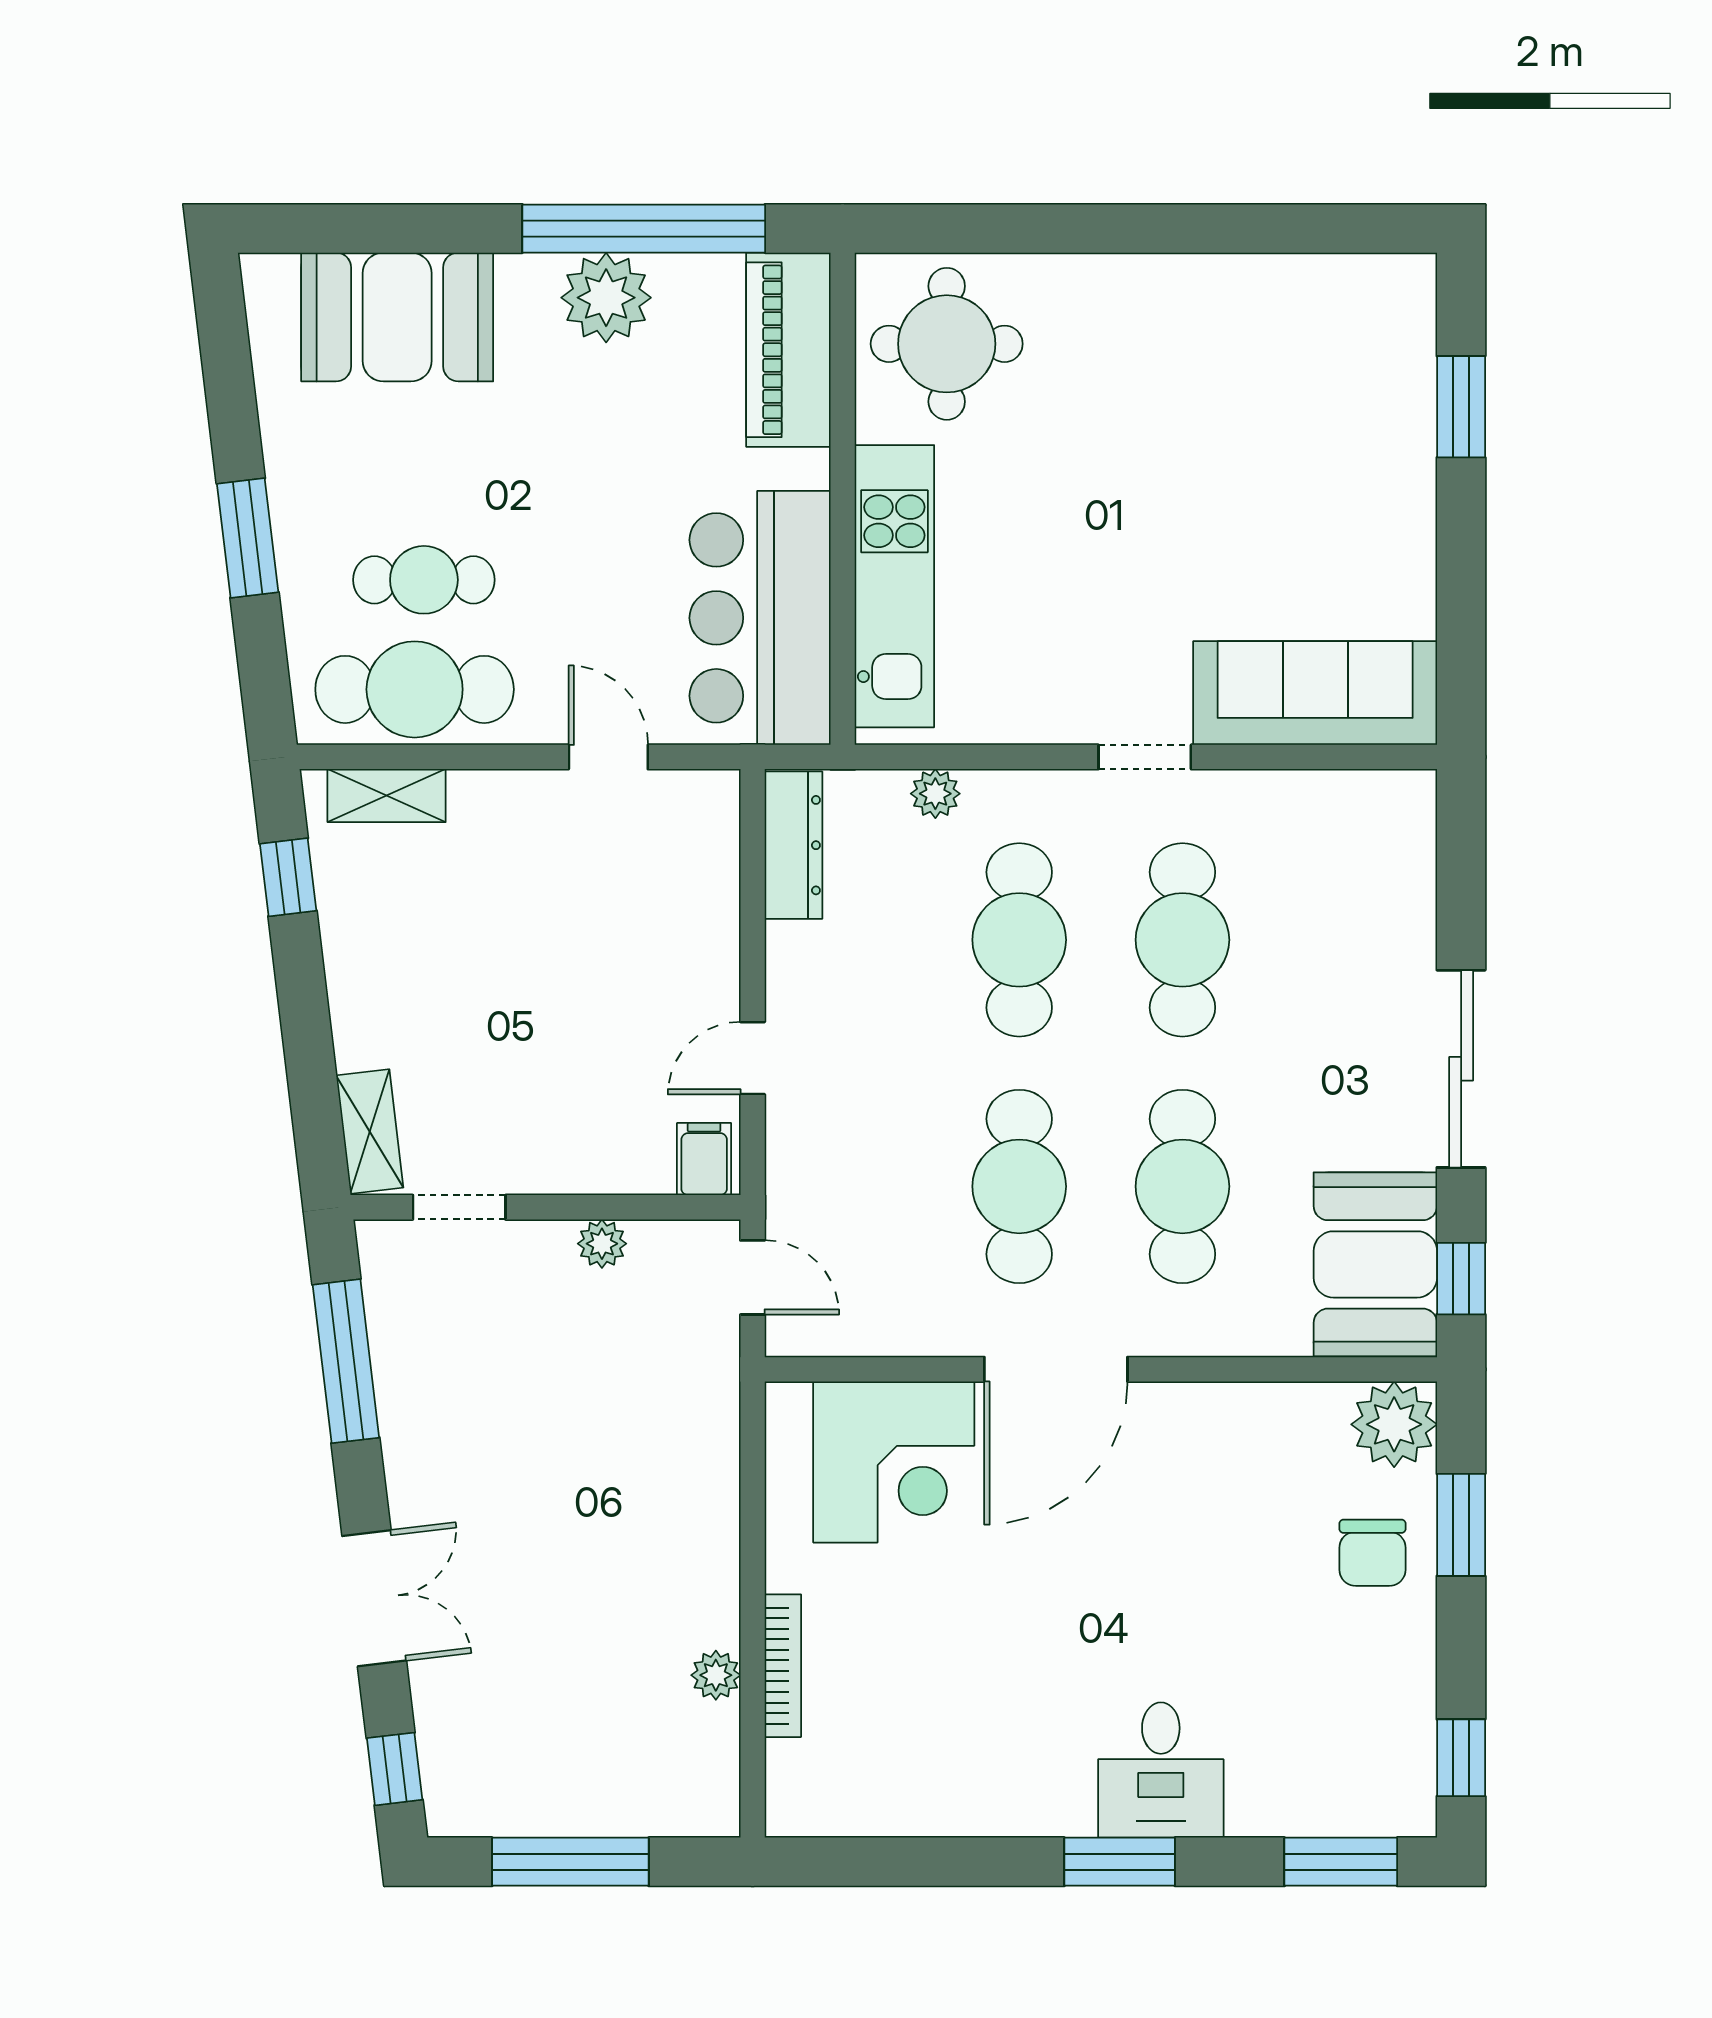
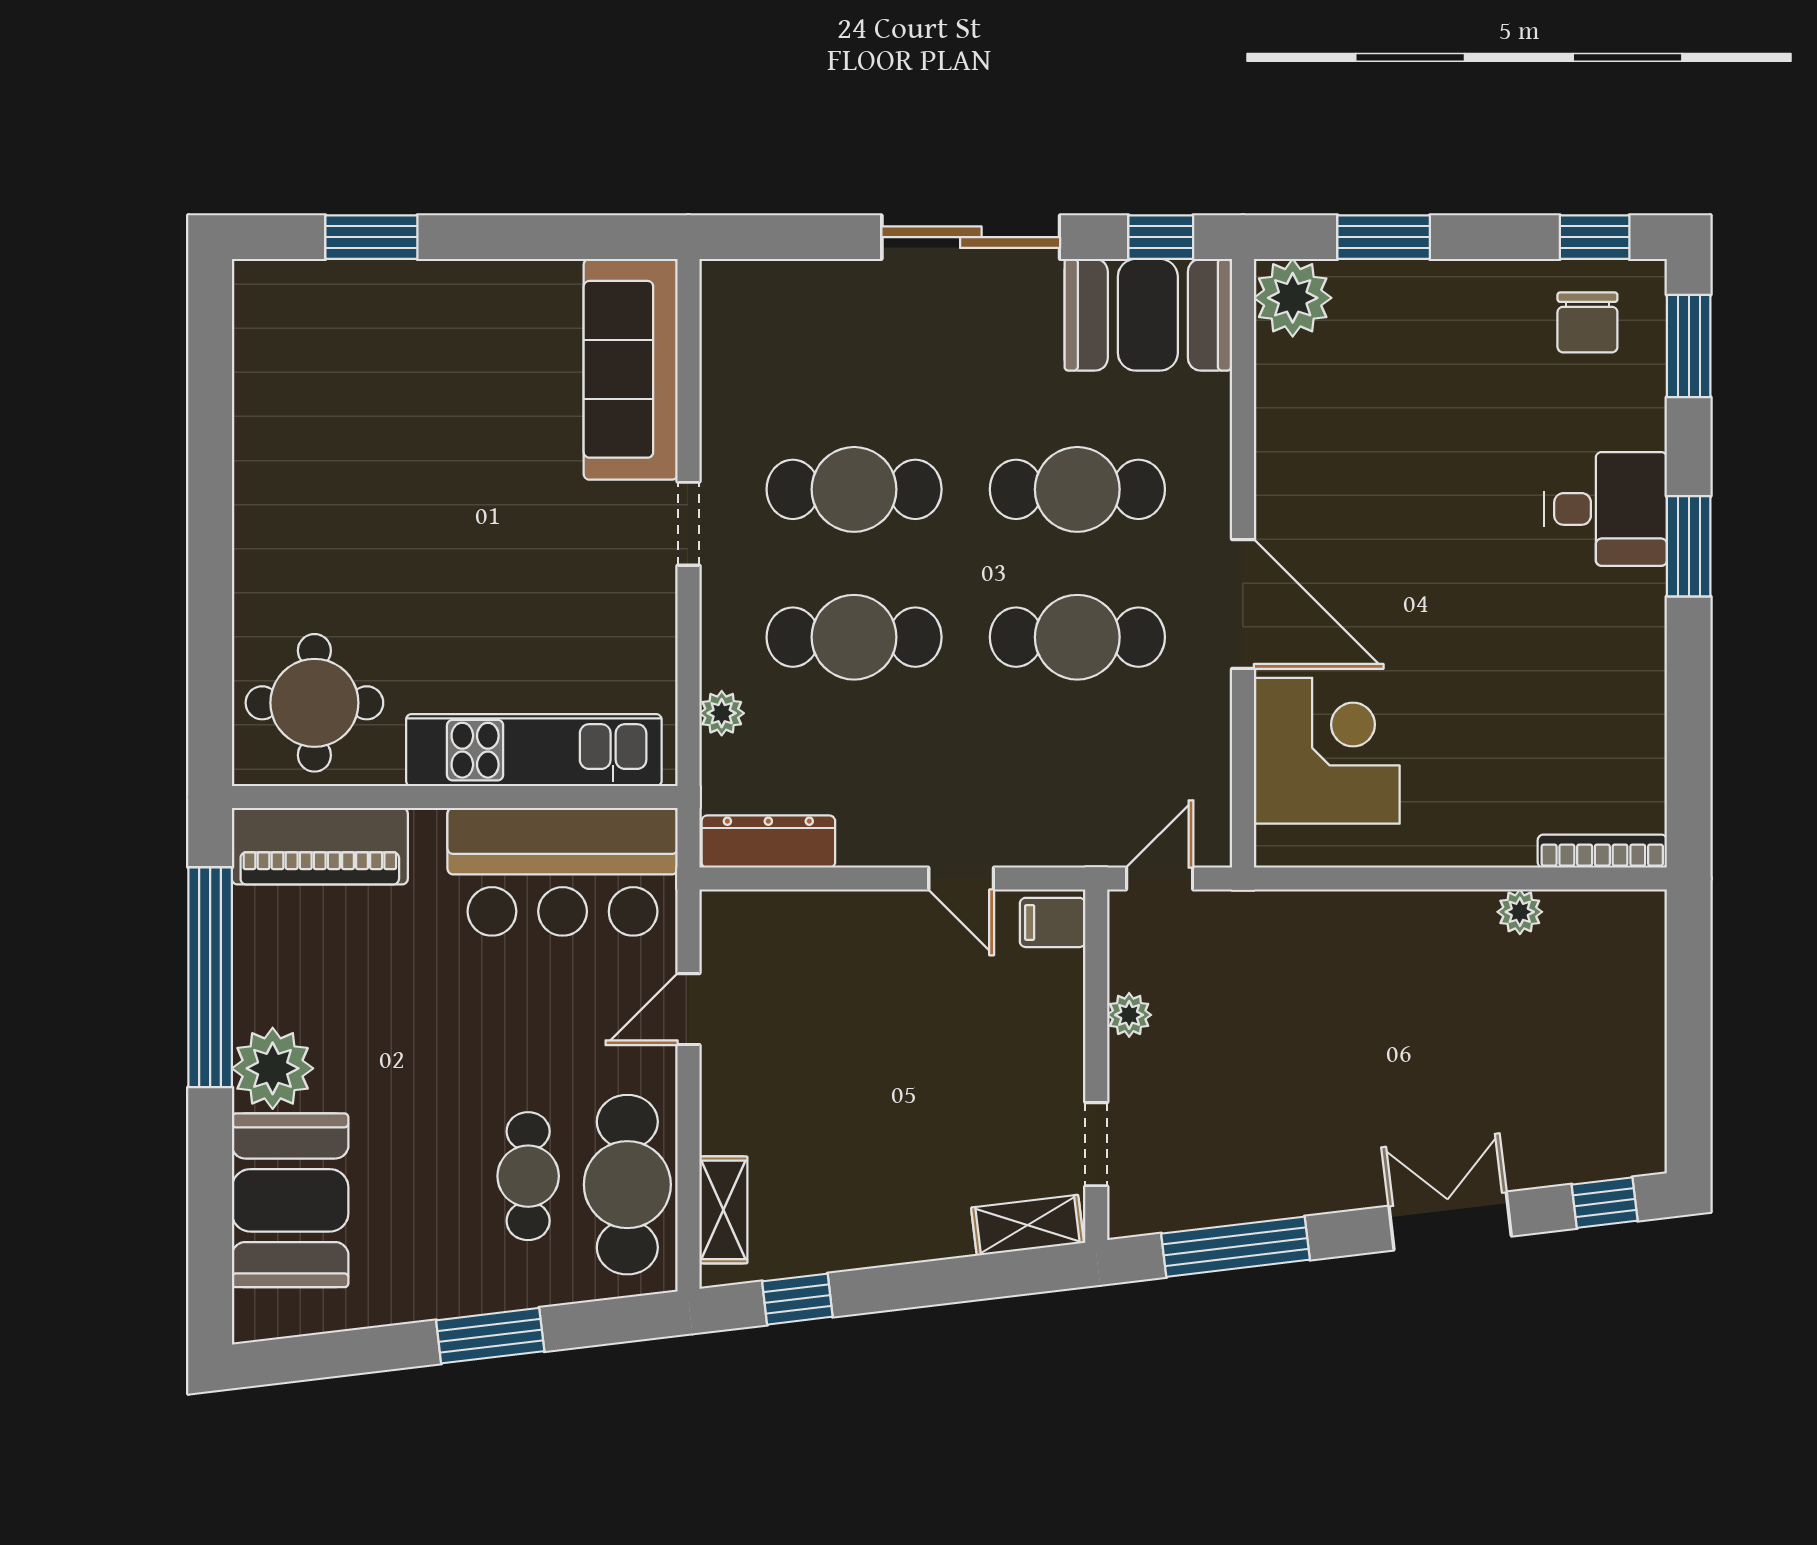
plant: (606, 298) -> (273, 1068), moved
chair: (1372, 1553) -> (1587, 322), moved, turned 90
bookcase: (783, 1666) -> (1602, 851), moved
window: (570, 1862) -> (1689, 1044), removed

